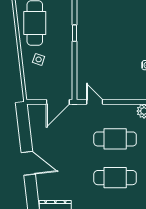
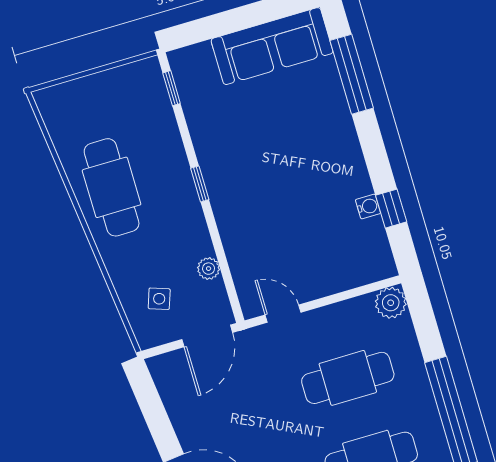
side table: (39, 59) -> (159, 299), moved
plant: (67, 72) -> (209, 269), added

